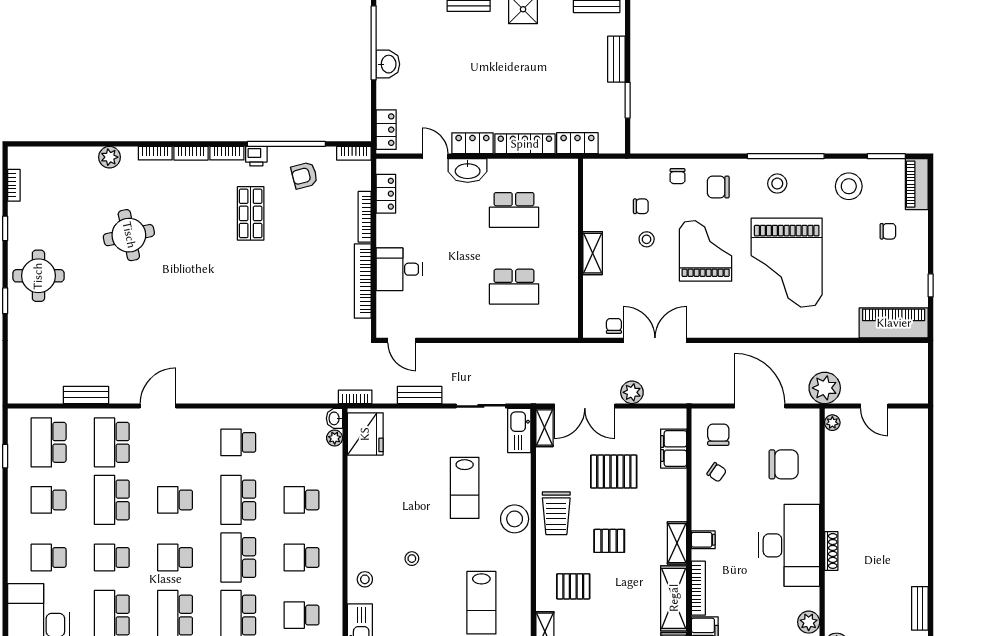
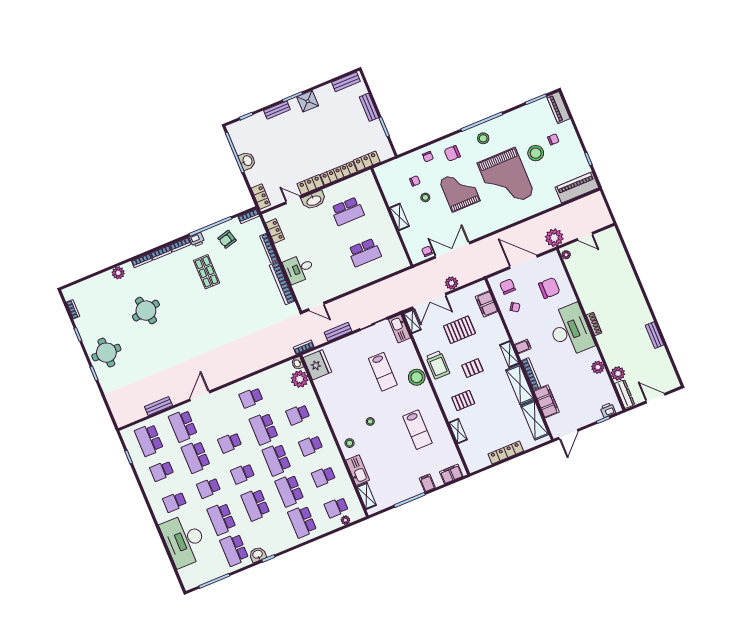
stool: (849, 186) -> (536, 153), moved
plant: (335, 438) -> (300, 379), width x1.88, depth x1.88

